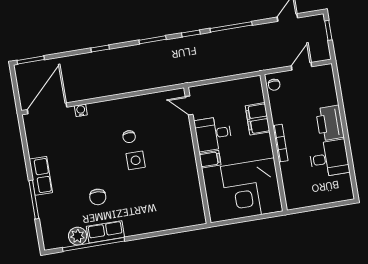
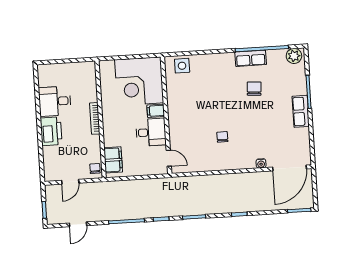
filing cabinet: (258, 119) -> (113, 160), moved
side table: (136, 160) -> (182, 66), moved
corner desk: (252, 189) -> (139, 81), moved, turned 180
plant: (78, 236) -> (294, 56), moved

